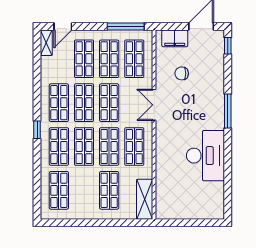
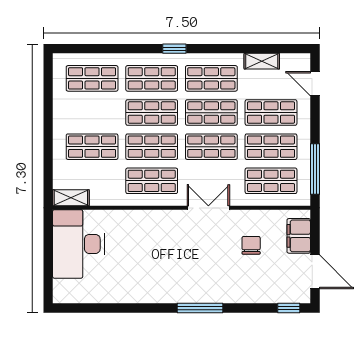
shelving: (46, 43) -> (262, 61), moved
desk: (206, 156) -> (78, 244), moved, turned 90
shelving: (145, 199) -> (71, 198), width x0.67, depth x0.75

